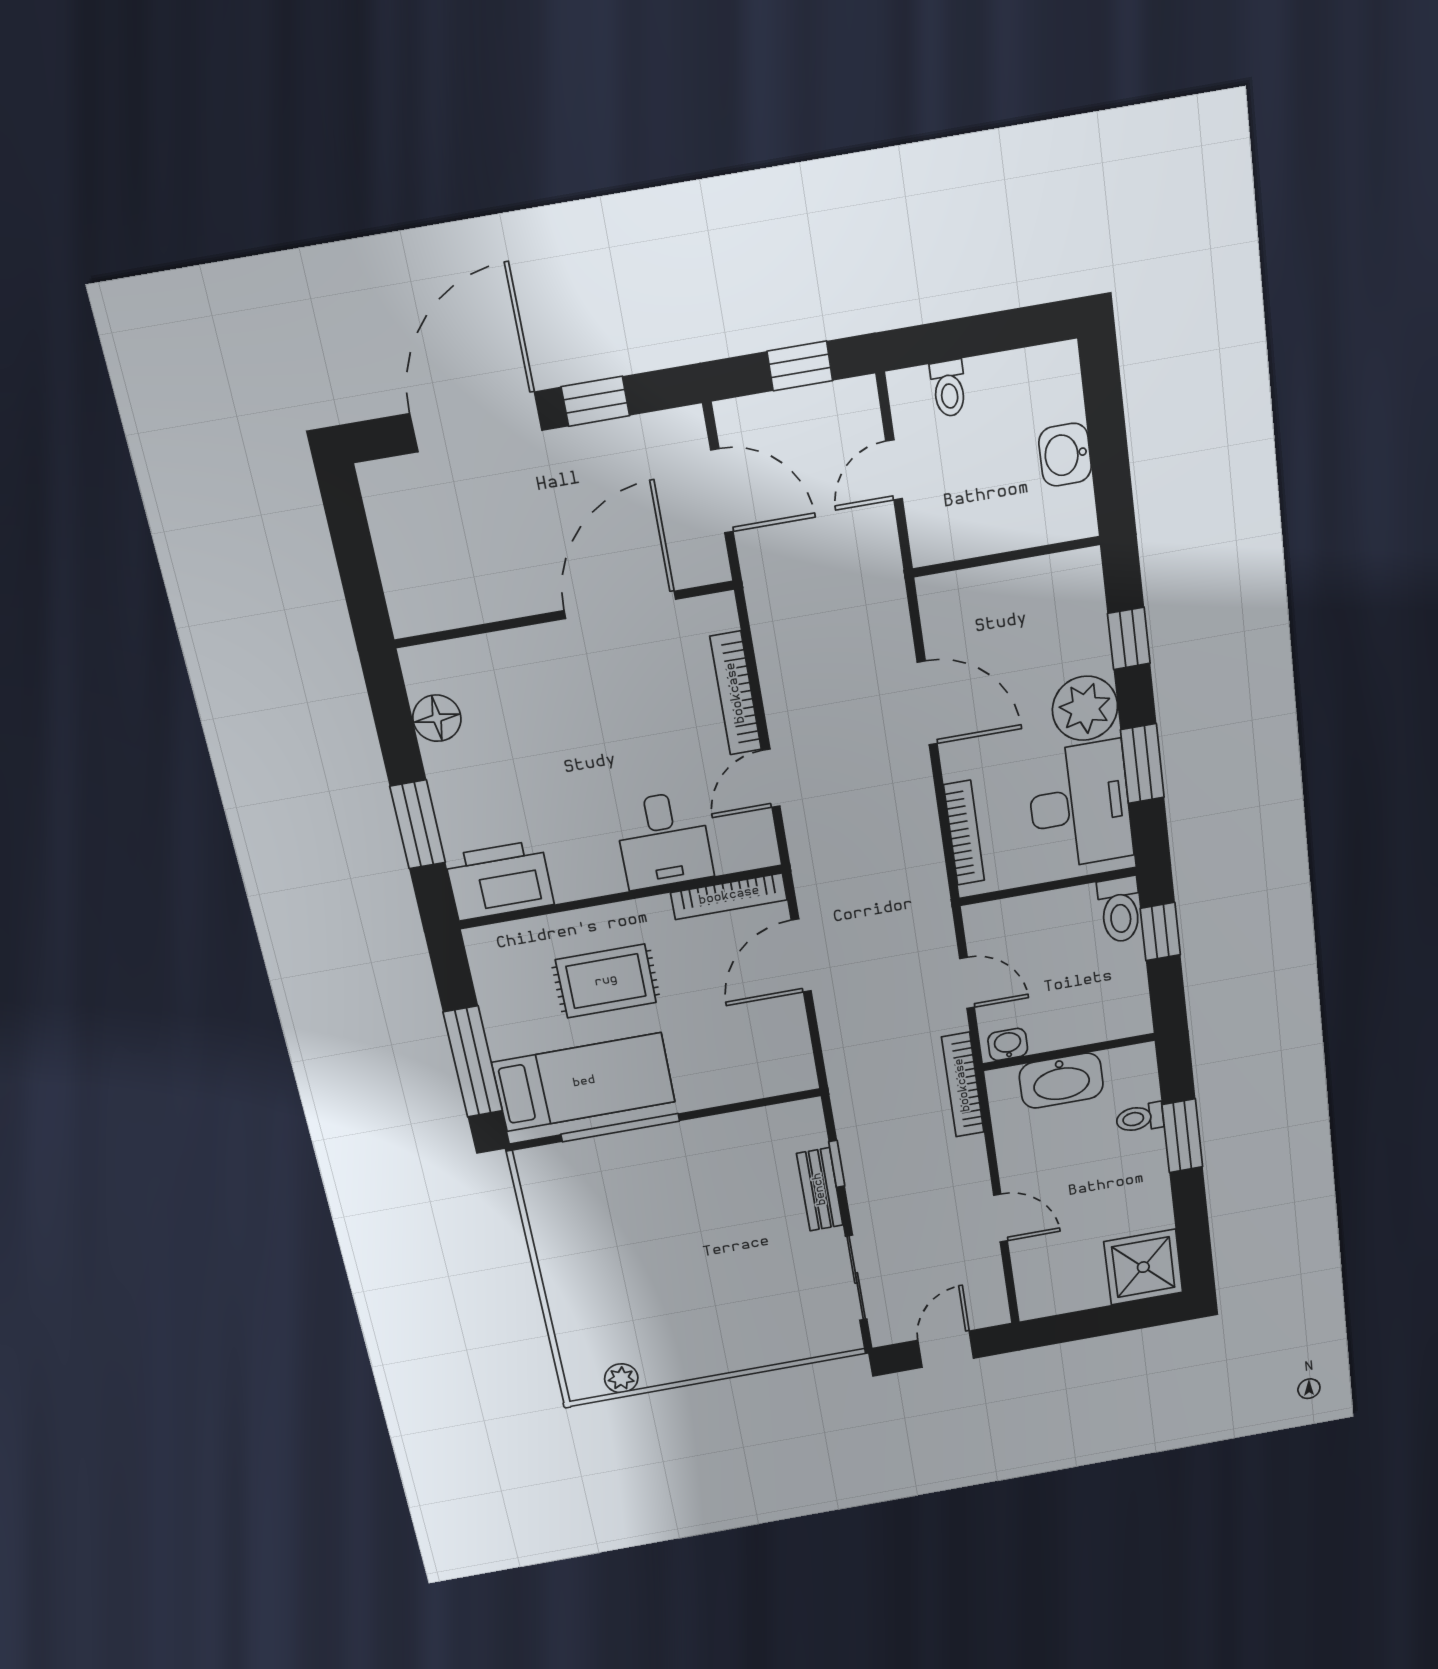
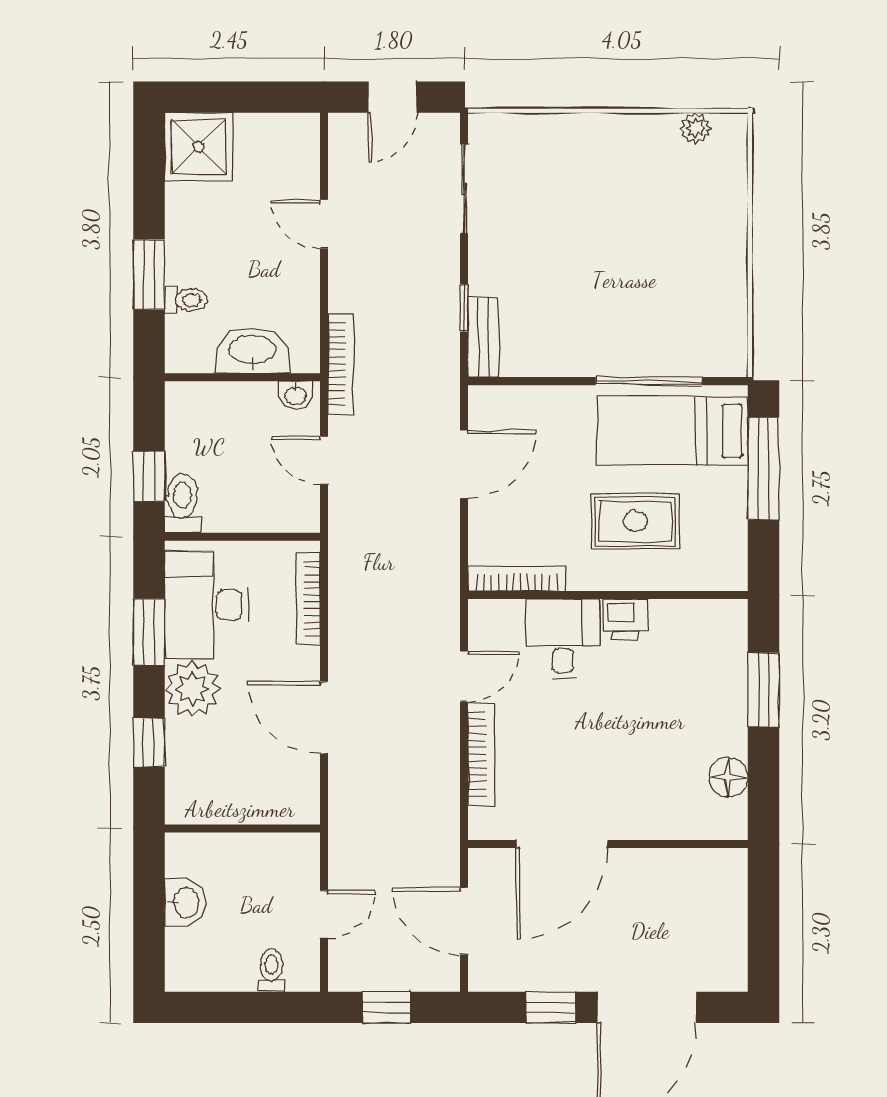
printer: (500, 880) -> (625, 619), moved, width x0.53, depth x0.68
door: (801, 956) -> (464, 464), moved
bench: (820, 1189) -> (483, 337), moved

